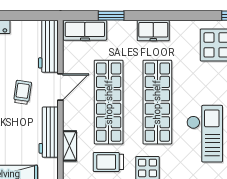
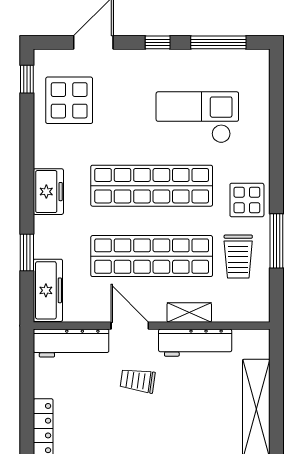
shelving: (70, 146) -> (189, 312), moved

